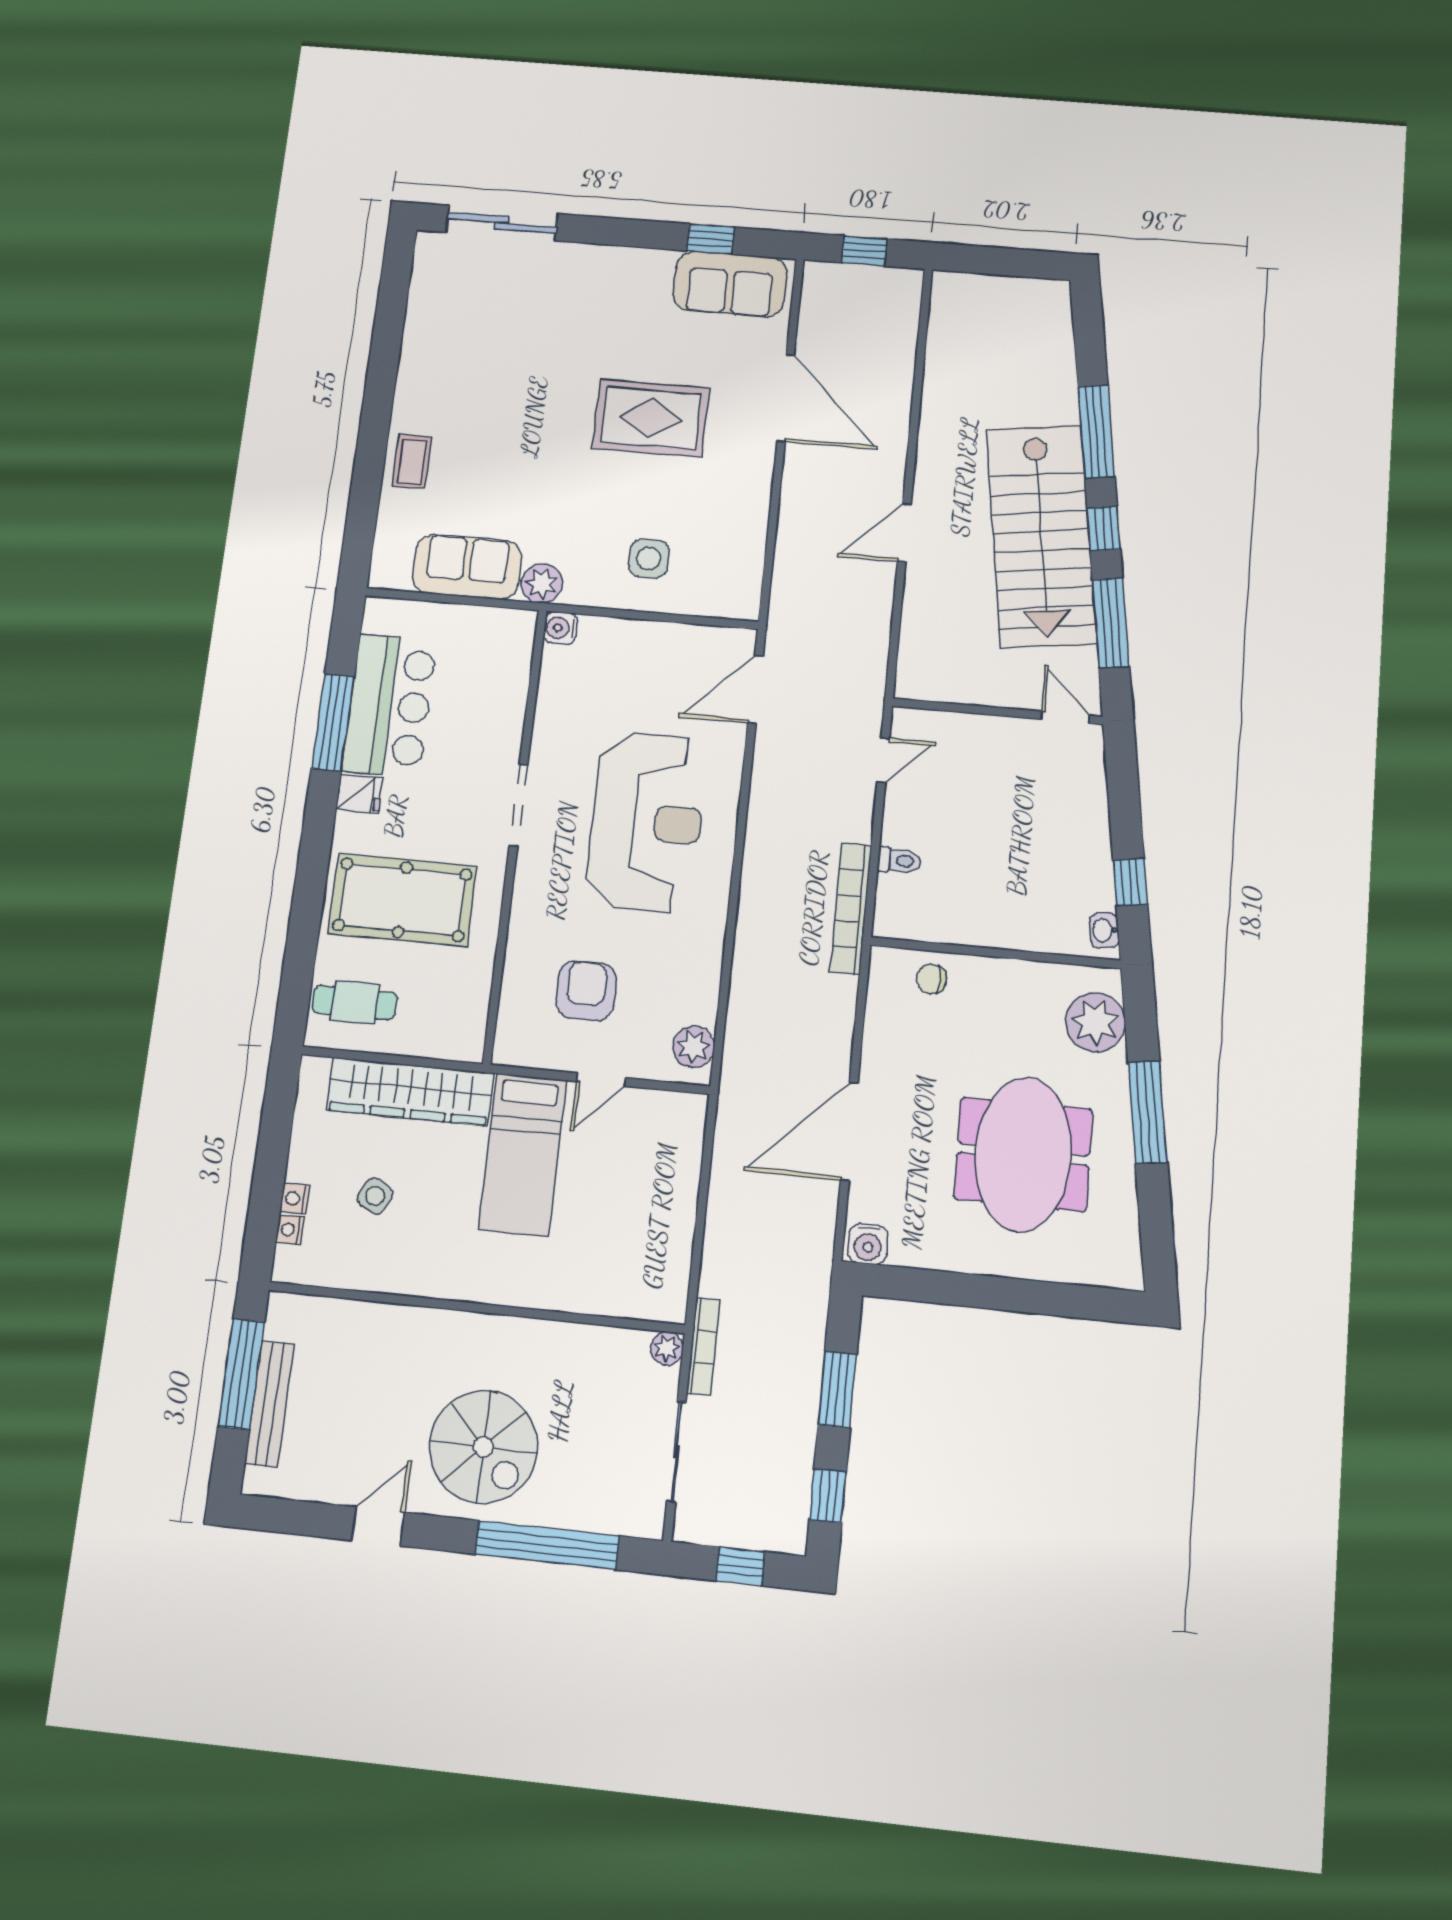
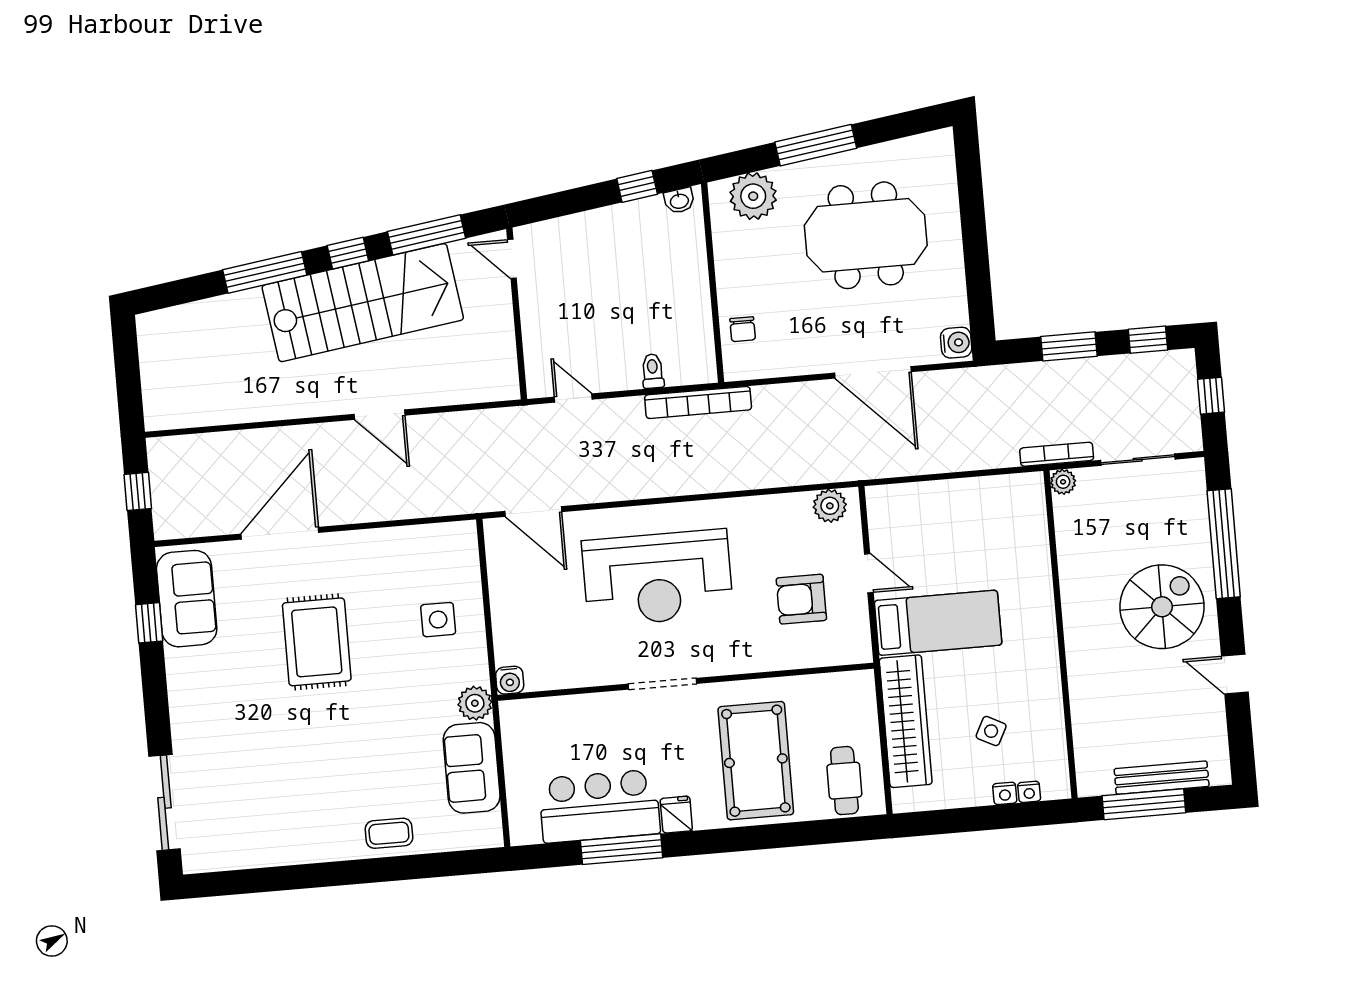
door: (1065, 717) -> (512, 259), hinge flipped
reception desk: (647, 822) -> (657, 578), turned 180

